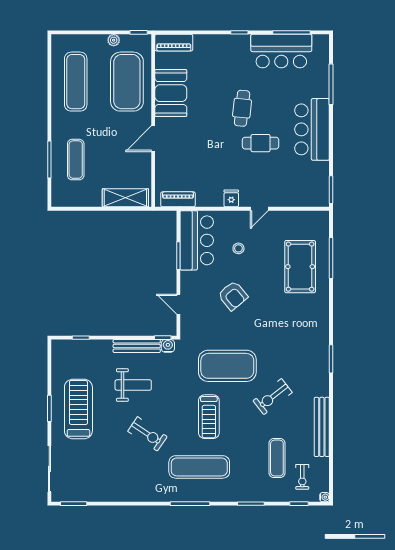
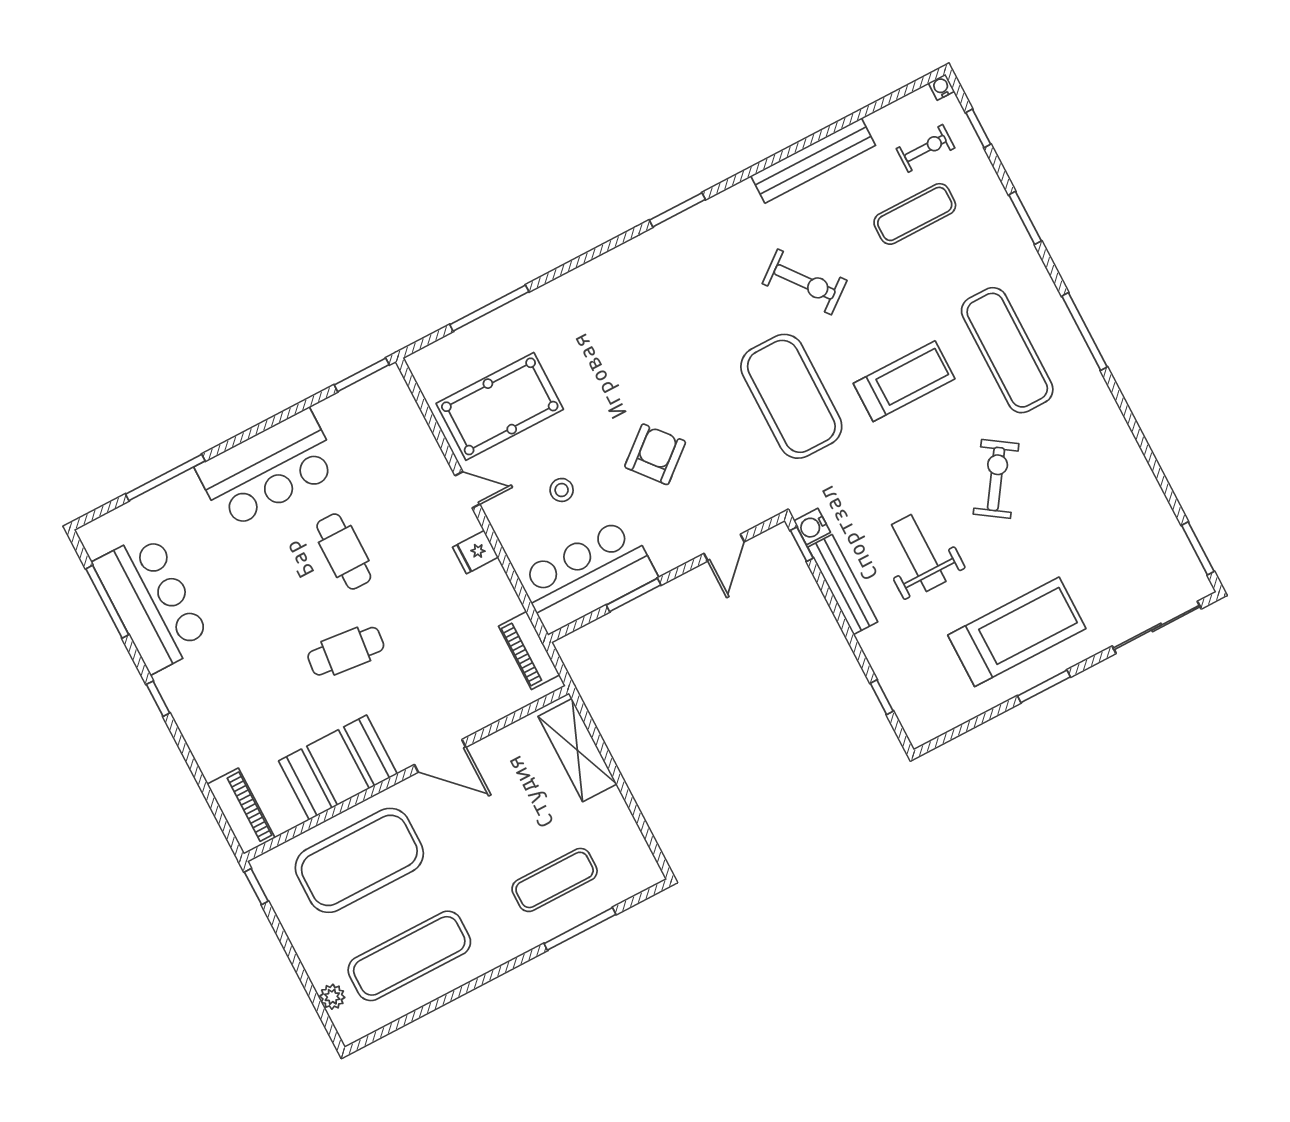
plant: (114, 40) -> (332, 997), moved
cafe table: (242, 108) -> (346, 651), moved
pool table: (300, 267) -> (500, 406), moved
treadmill: (78, 409) -> (1017, 632), turned 180

